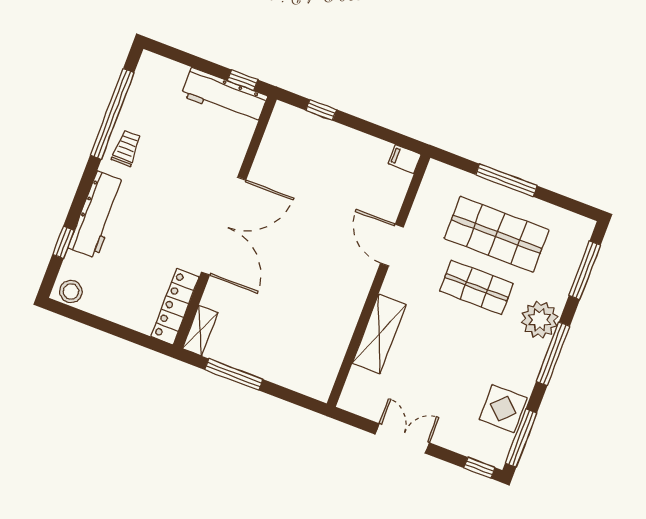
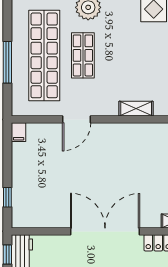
shop shelf: (497, 234) -> (44, 55), width x1.40
shelving: (379, 334) -> (136, 109), width x0.67, depth x0.75

